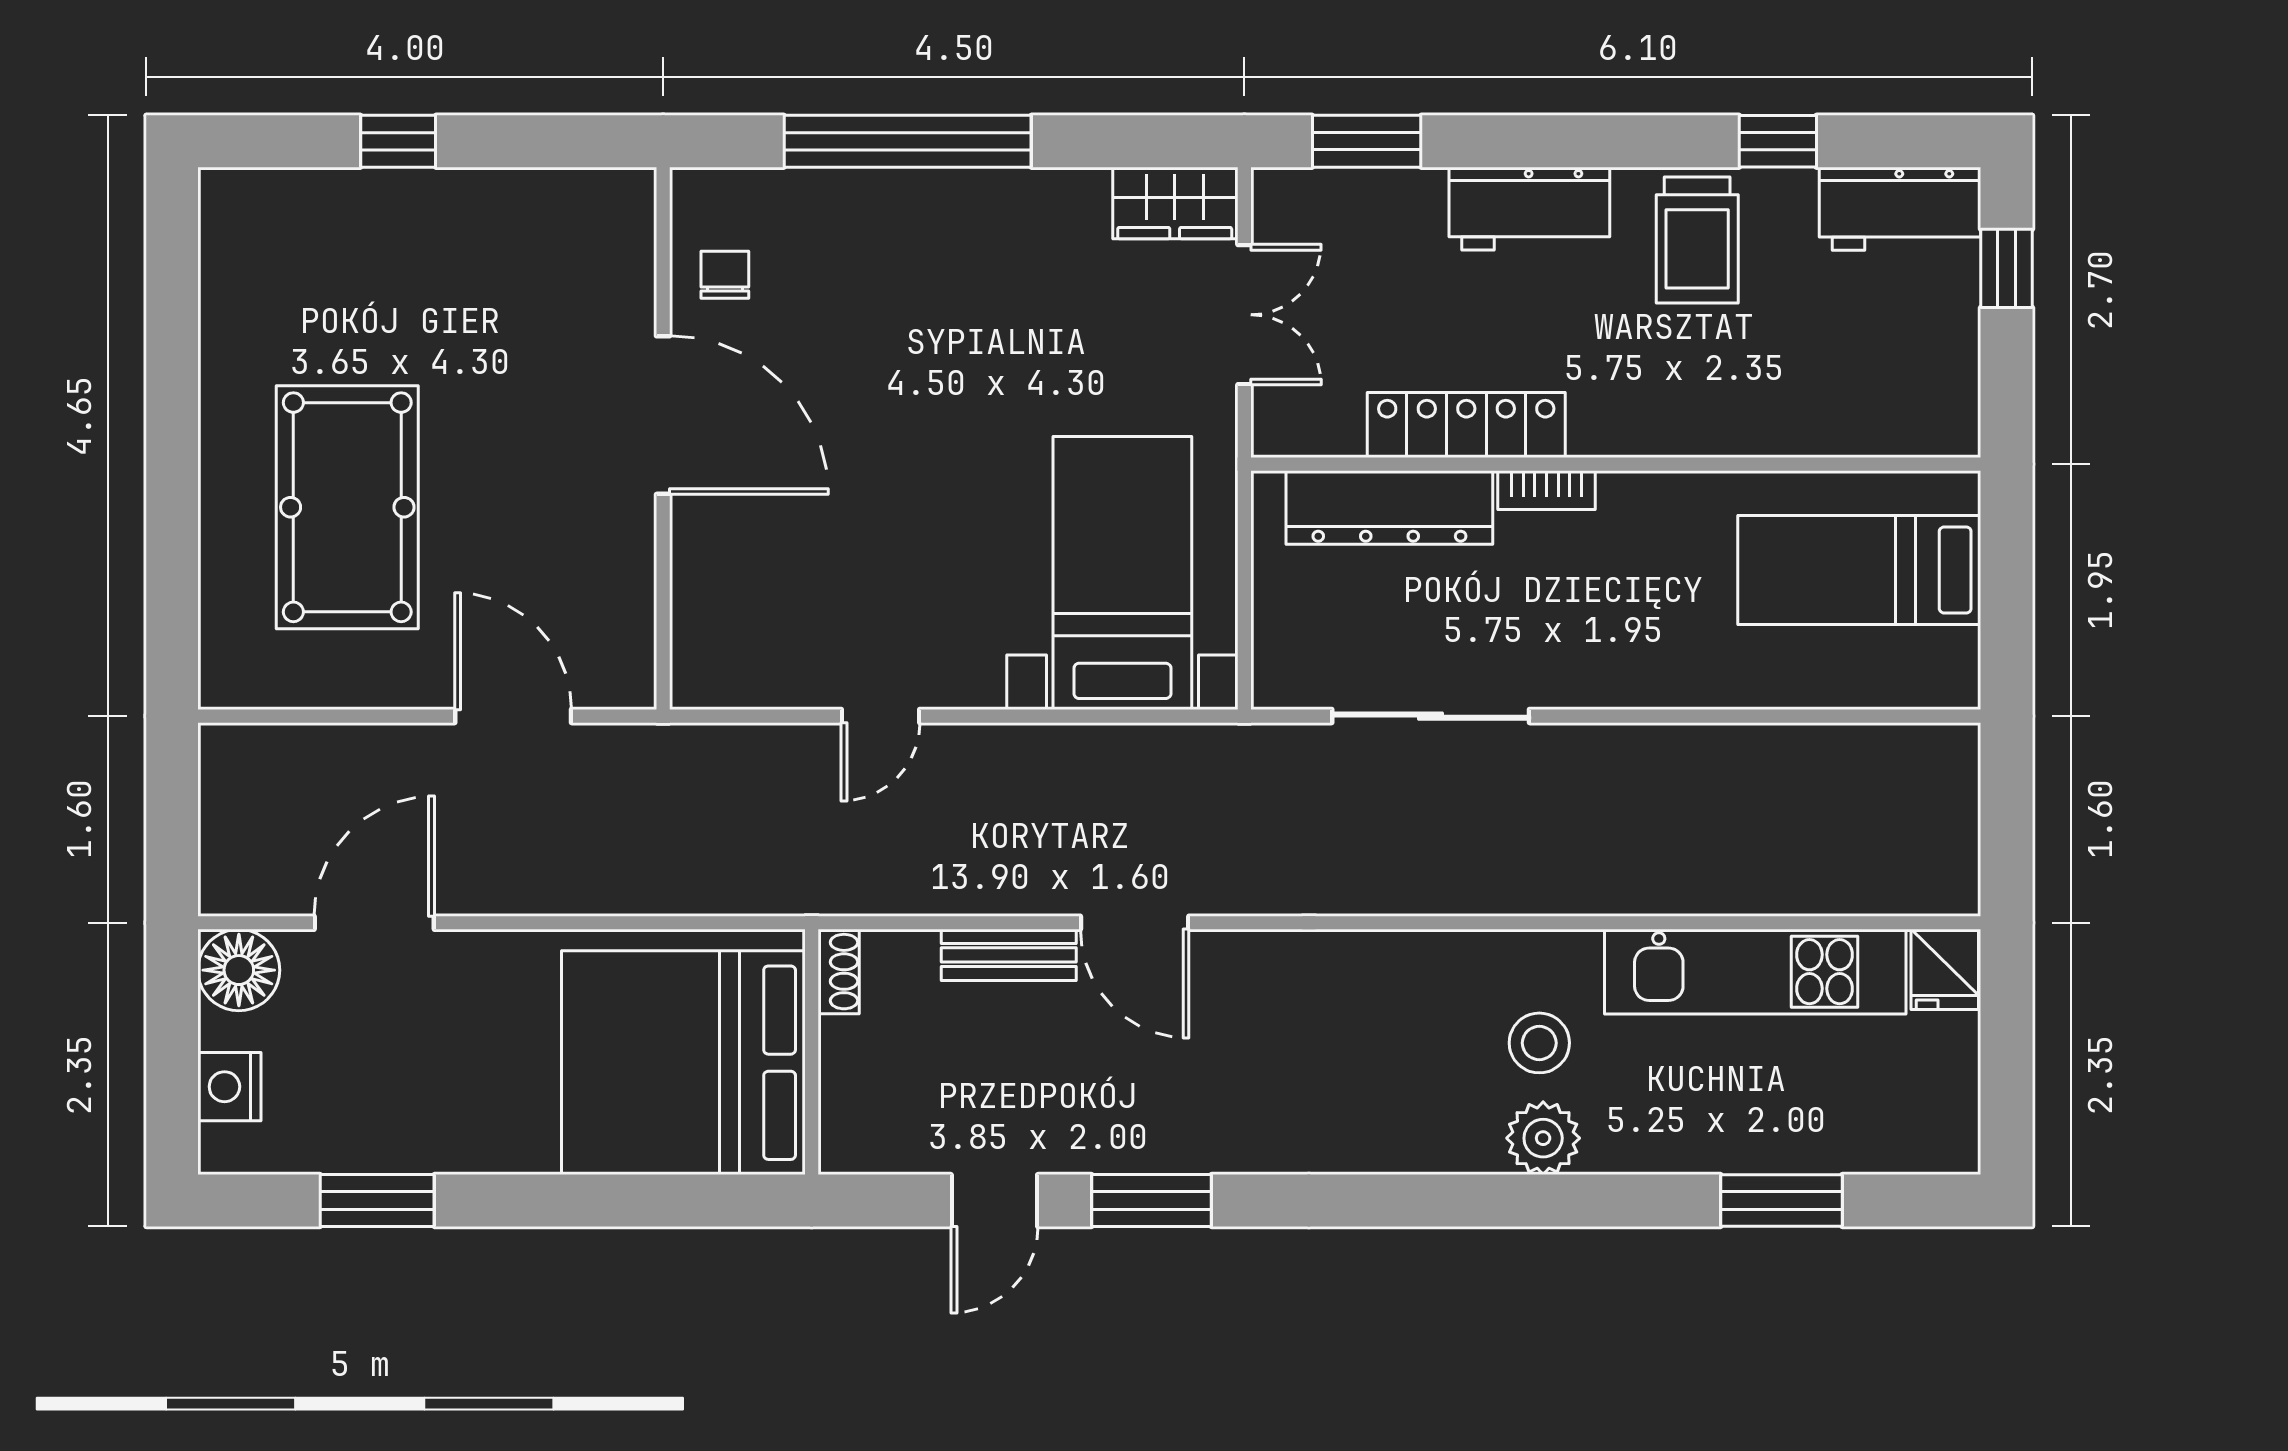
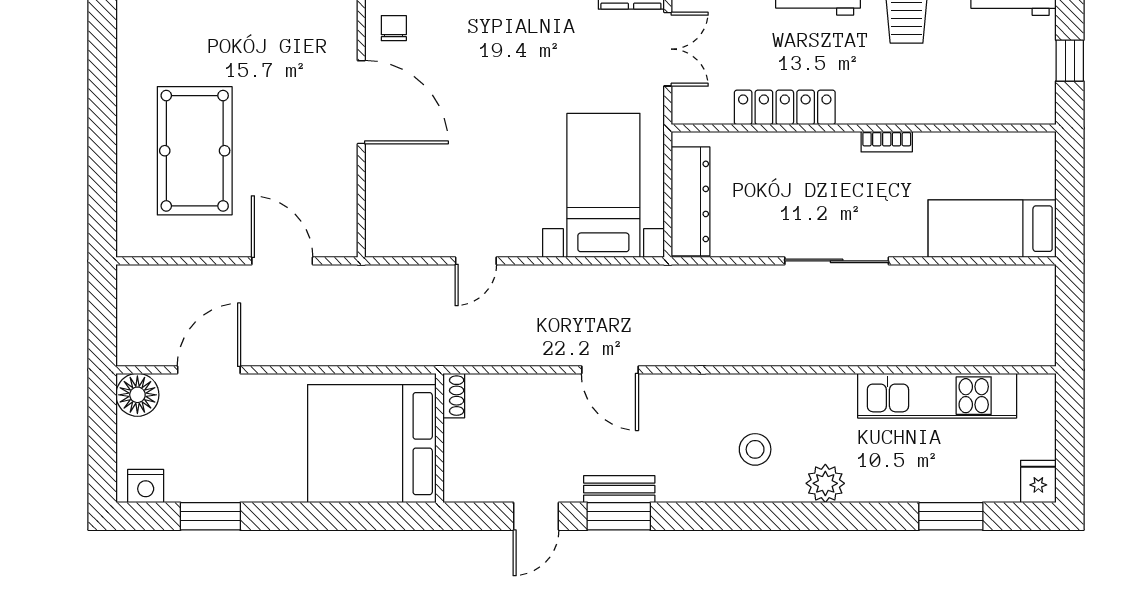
window: (2007, 268) -> (1070, 61), moved
bookcase: (1546, 490) -> (887, 142), moved
dresser: (1389, 507) -> (691, 201), moved, turned -90
bed: (1859, 570) -> (992, 229), moved
sliding door: (1431, 716) -> (837, 261), moved
bench: (1009, 955) -> (619, 489), moved
fridge: (1945, 969) -> (1038, 482), moved, turned 180
stool: (1539, 1043) -> (755, 449), moved
nightstand: (229, 1087) -> (146, 486), moved, turned -90

